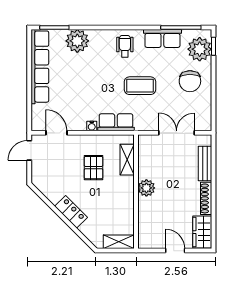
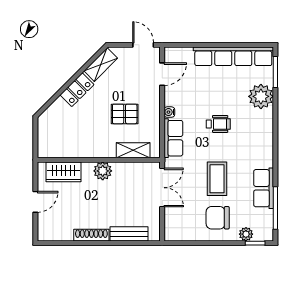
wheelchair: (125, 46) -> (218, 124), moved
plant: (200, 49) -> (246, 234), width x0.53, depth x0.53
coffee table: (140, 86) -> (217, 179), moved
double door: (177, 133) -> (162, 188), moved
wardrobe: (202, 232) -> (63, 172), moved, turned 180
shelving: (119, 242) -> (101, 65), moved, turned 45

